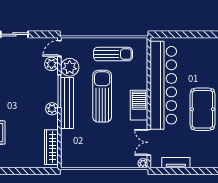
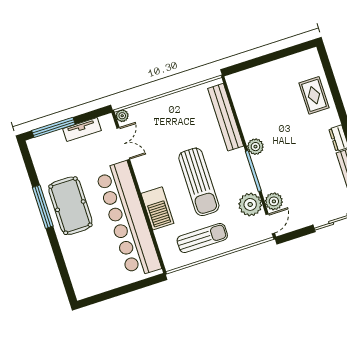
sun lounger: (113, 54) -> (202, 238), turned 180
bench: (67, 103) -> (226, 117), moved
barbecue: (139, 105) -> (157, 208), moved
wardrobe: (51, 147) -> (241, 99), removed
window: (196, 171) -> (53, 127), added

